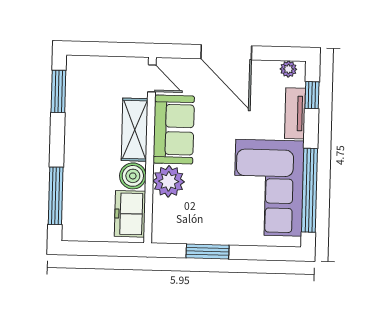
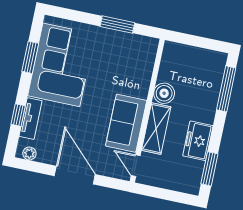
window: (312, 95) -> (18, 115), moved
plant: (169, 181) -> (137, 84), removed
window: (309, 190) -> (30, 57), width x0.47
freezer: (130, 214) -> (198, 141), moved, turned 180

